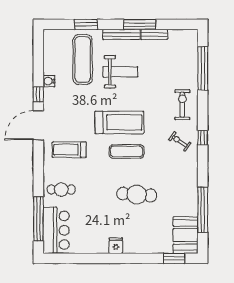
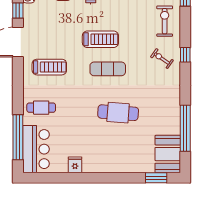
treadmill: (119, 122) -> (100, 39), width x0.73, depth x0.73
treadmill: (69, 150) -> (49, 67), turned 180
fridge: (116, 246) -> (75, 165), moved

